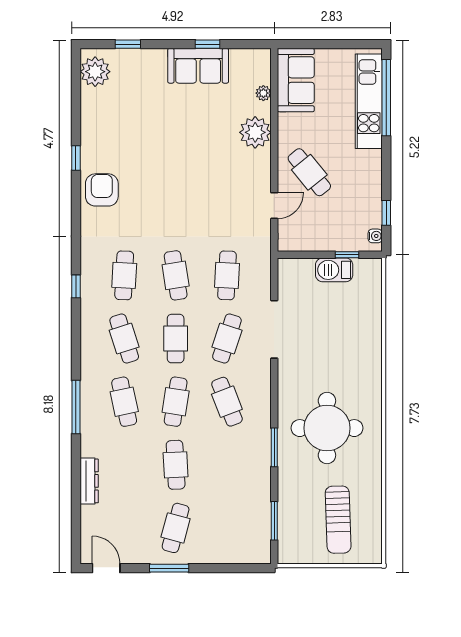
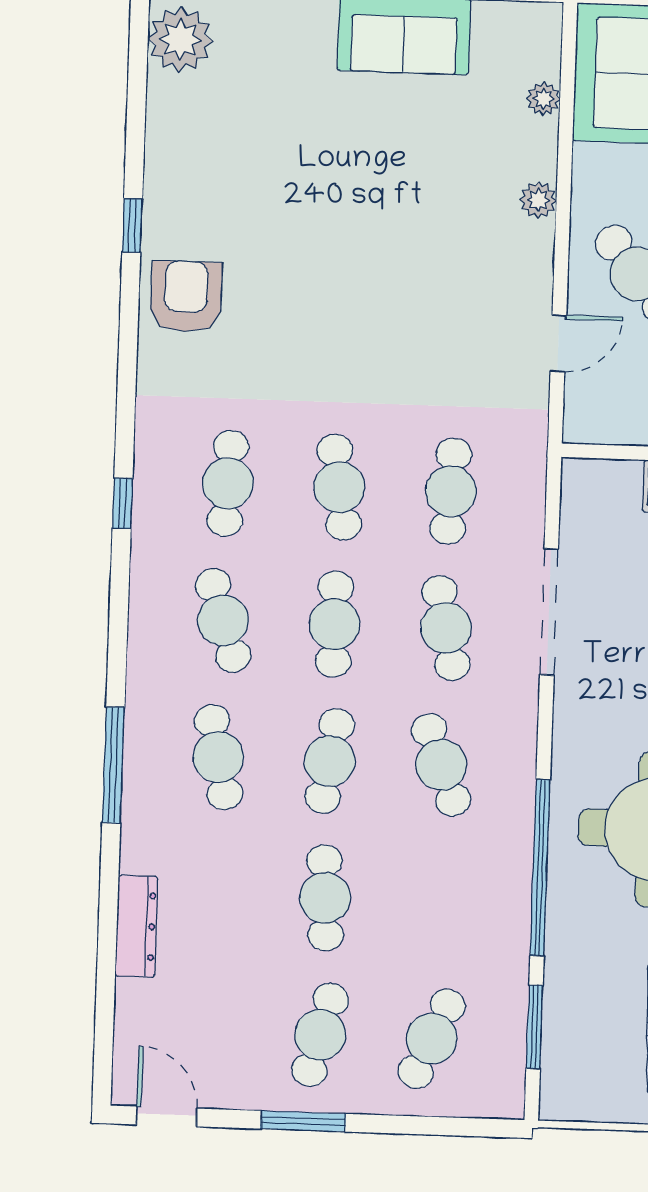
plant: (255, 132) -> (538, 200), width x0.53, depth x0.53
cafe table: (227, 339) -> (446, 628), turned -30
window: (274, 447) -> (540, 868), width x2.11
cafe table: (227, 528) -> (432, 1039), added

